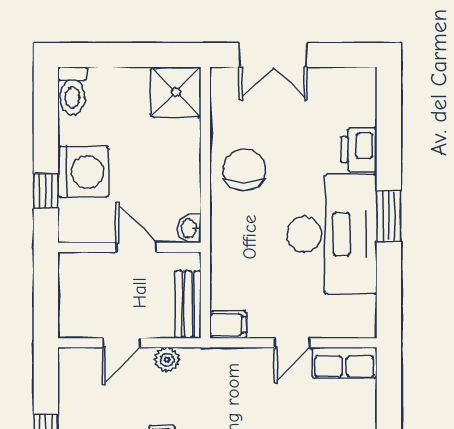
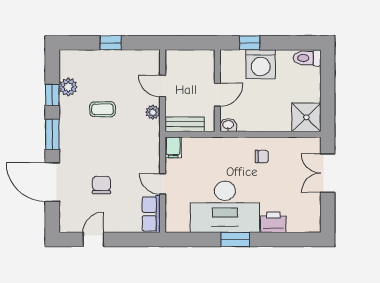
chair: (244, 170) -> (262, 157), width x0.54, depth x0.54

